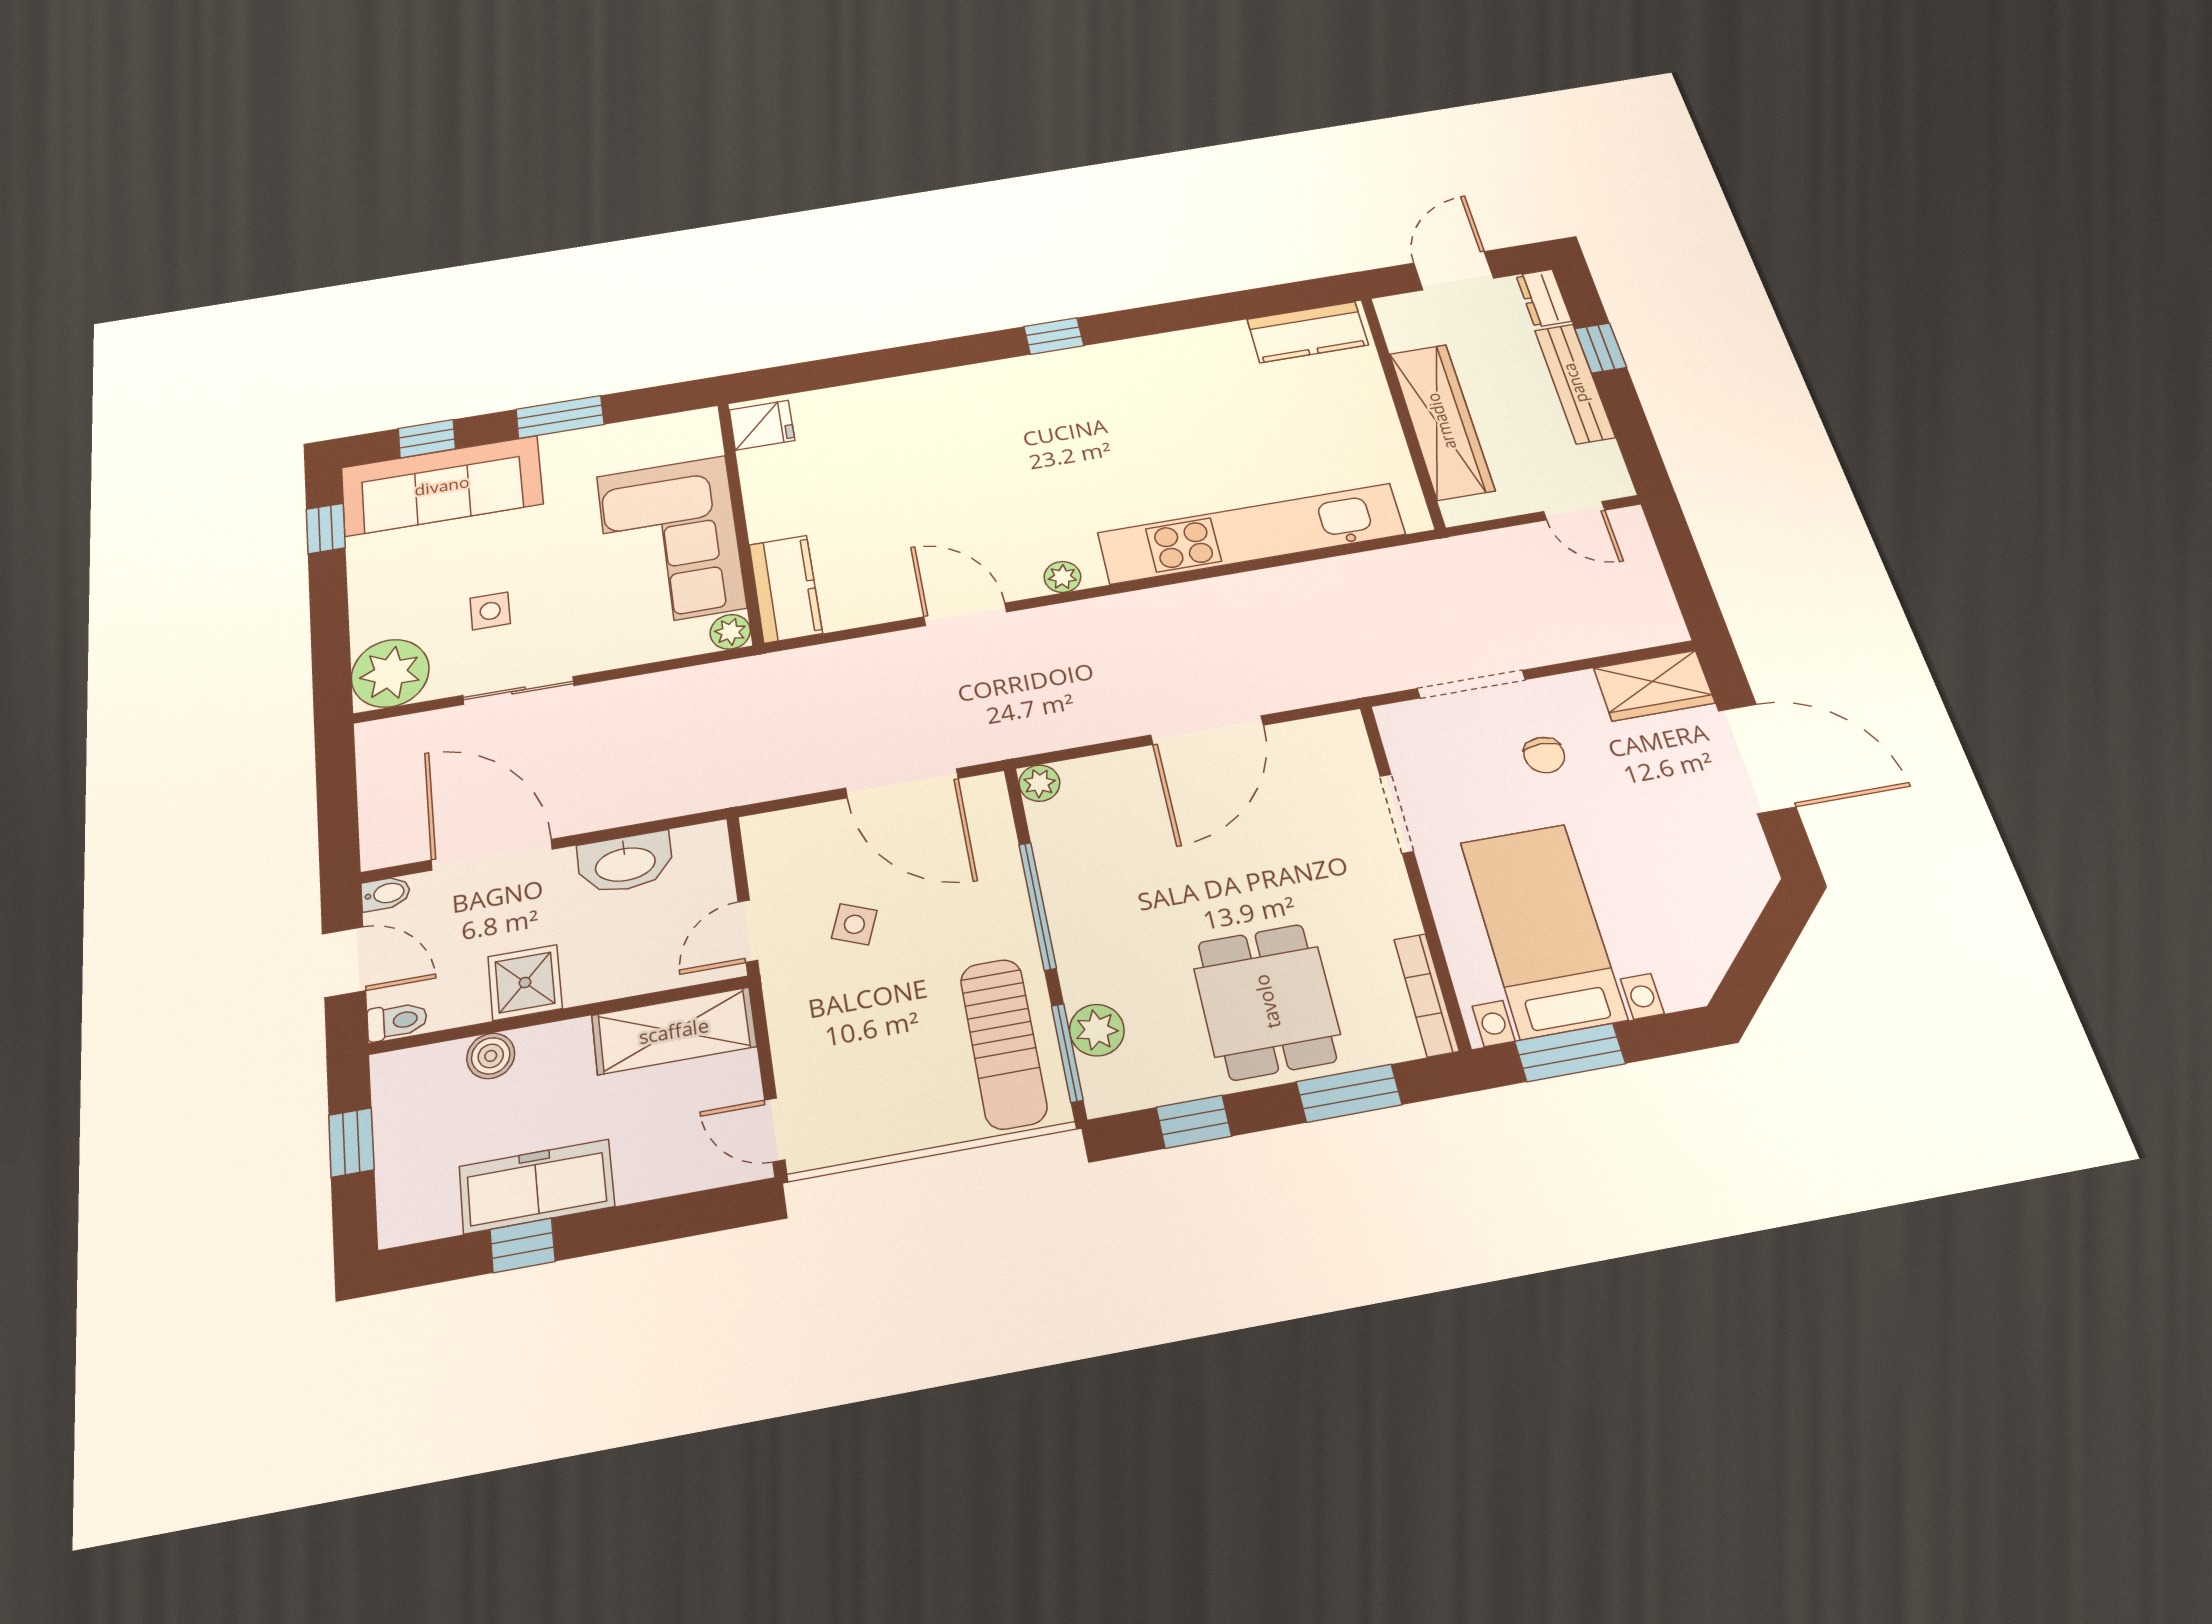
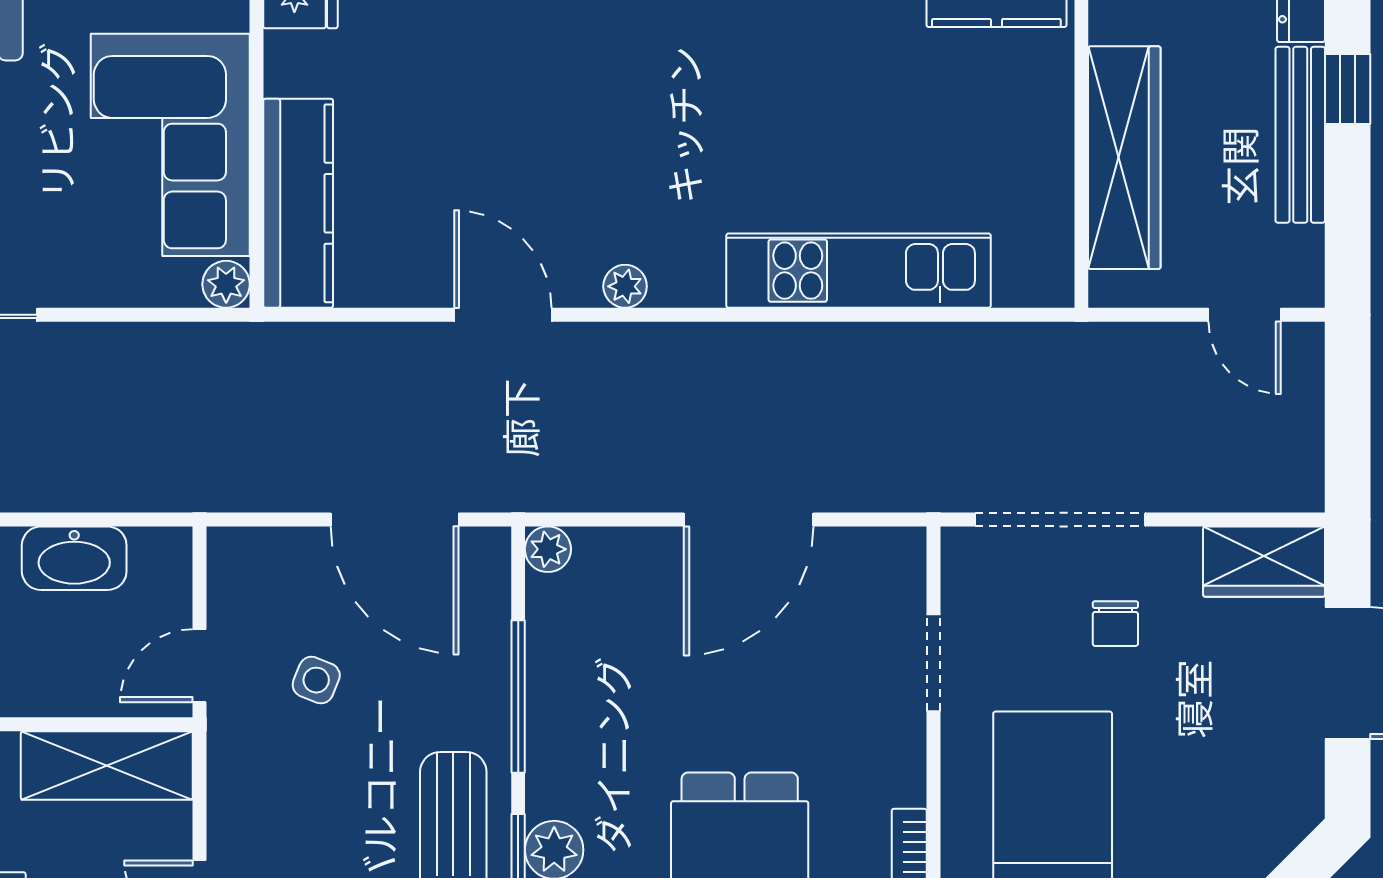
kitchen unit: (1251, 534) -> (859, 271), width x0.73
kitchen counter: (785, 589) -> (298, 203), width x1.50
doorway: (1471, 684) -> (1060, 519), width x1.36

